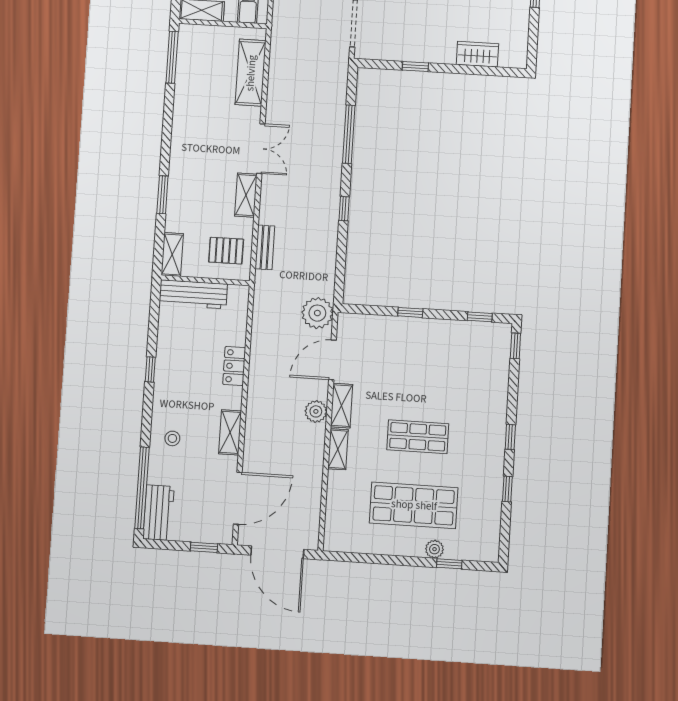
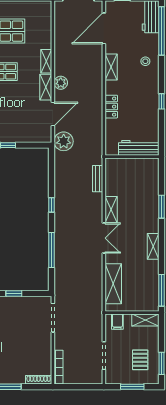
double door: (261, 149) -> (104, 238), swing flipped
pallet: (226, 251) -> (121, 175), removed
shelving: (172, 255) -> (153, 246), moved

